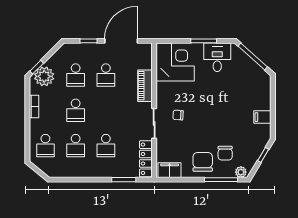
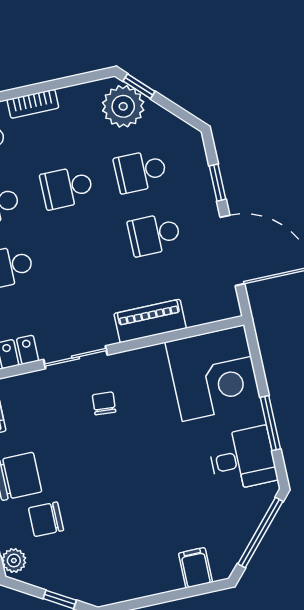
bookcase: (34, 106) -> (33, 104), moved
filing cabinet: (262, 117) -> (195, 568), moved

